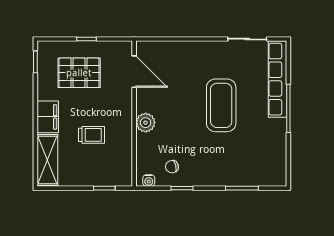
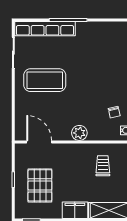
door: (134, 72) -> (39, 142), hinge flipped
coffee table: (221, 105) -> (45, 80), moved
trolley: (91, 135) -> (103, 166), moved

